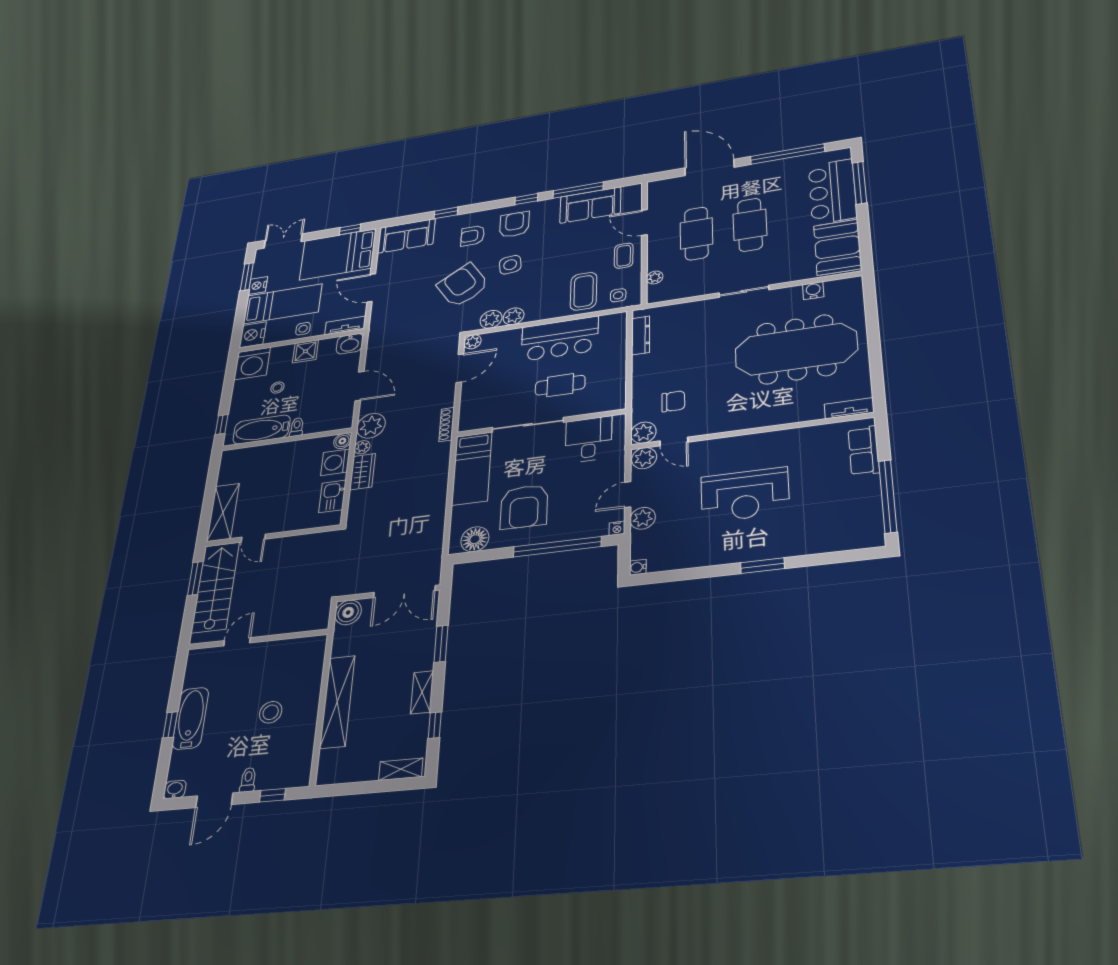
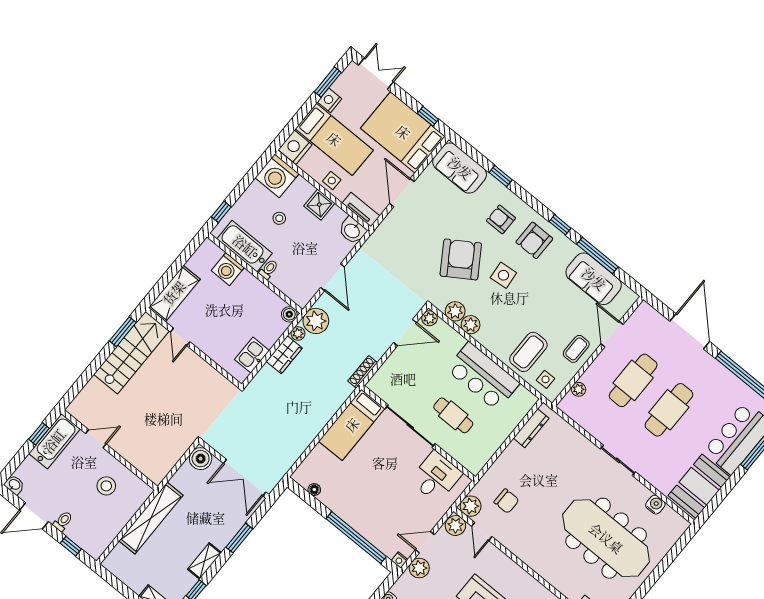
armchair: (514, 224) -> (534, 240), turned 180
washing machine: (335, 462) -> (228, 269), moved, turned -90
armchair: (524, 507) -> (360, 488), removed
floor lamp: (475, 539) -> (314, 490), width x0.53, depth x0.53
wall: (258, 639) -> (110, 450), moved
door: (237, 642) -> (96, 439), moved

